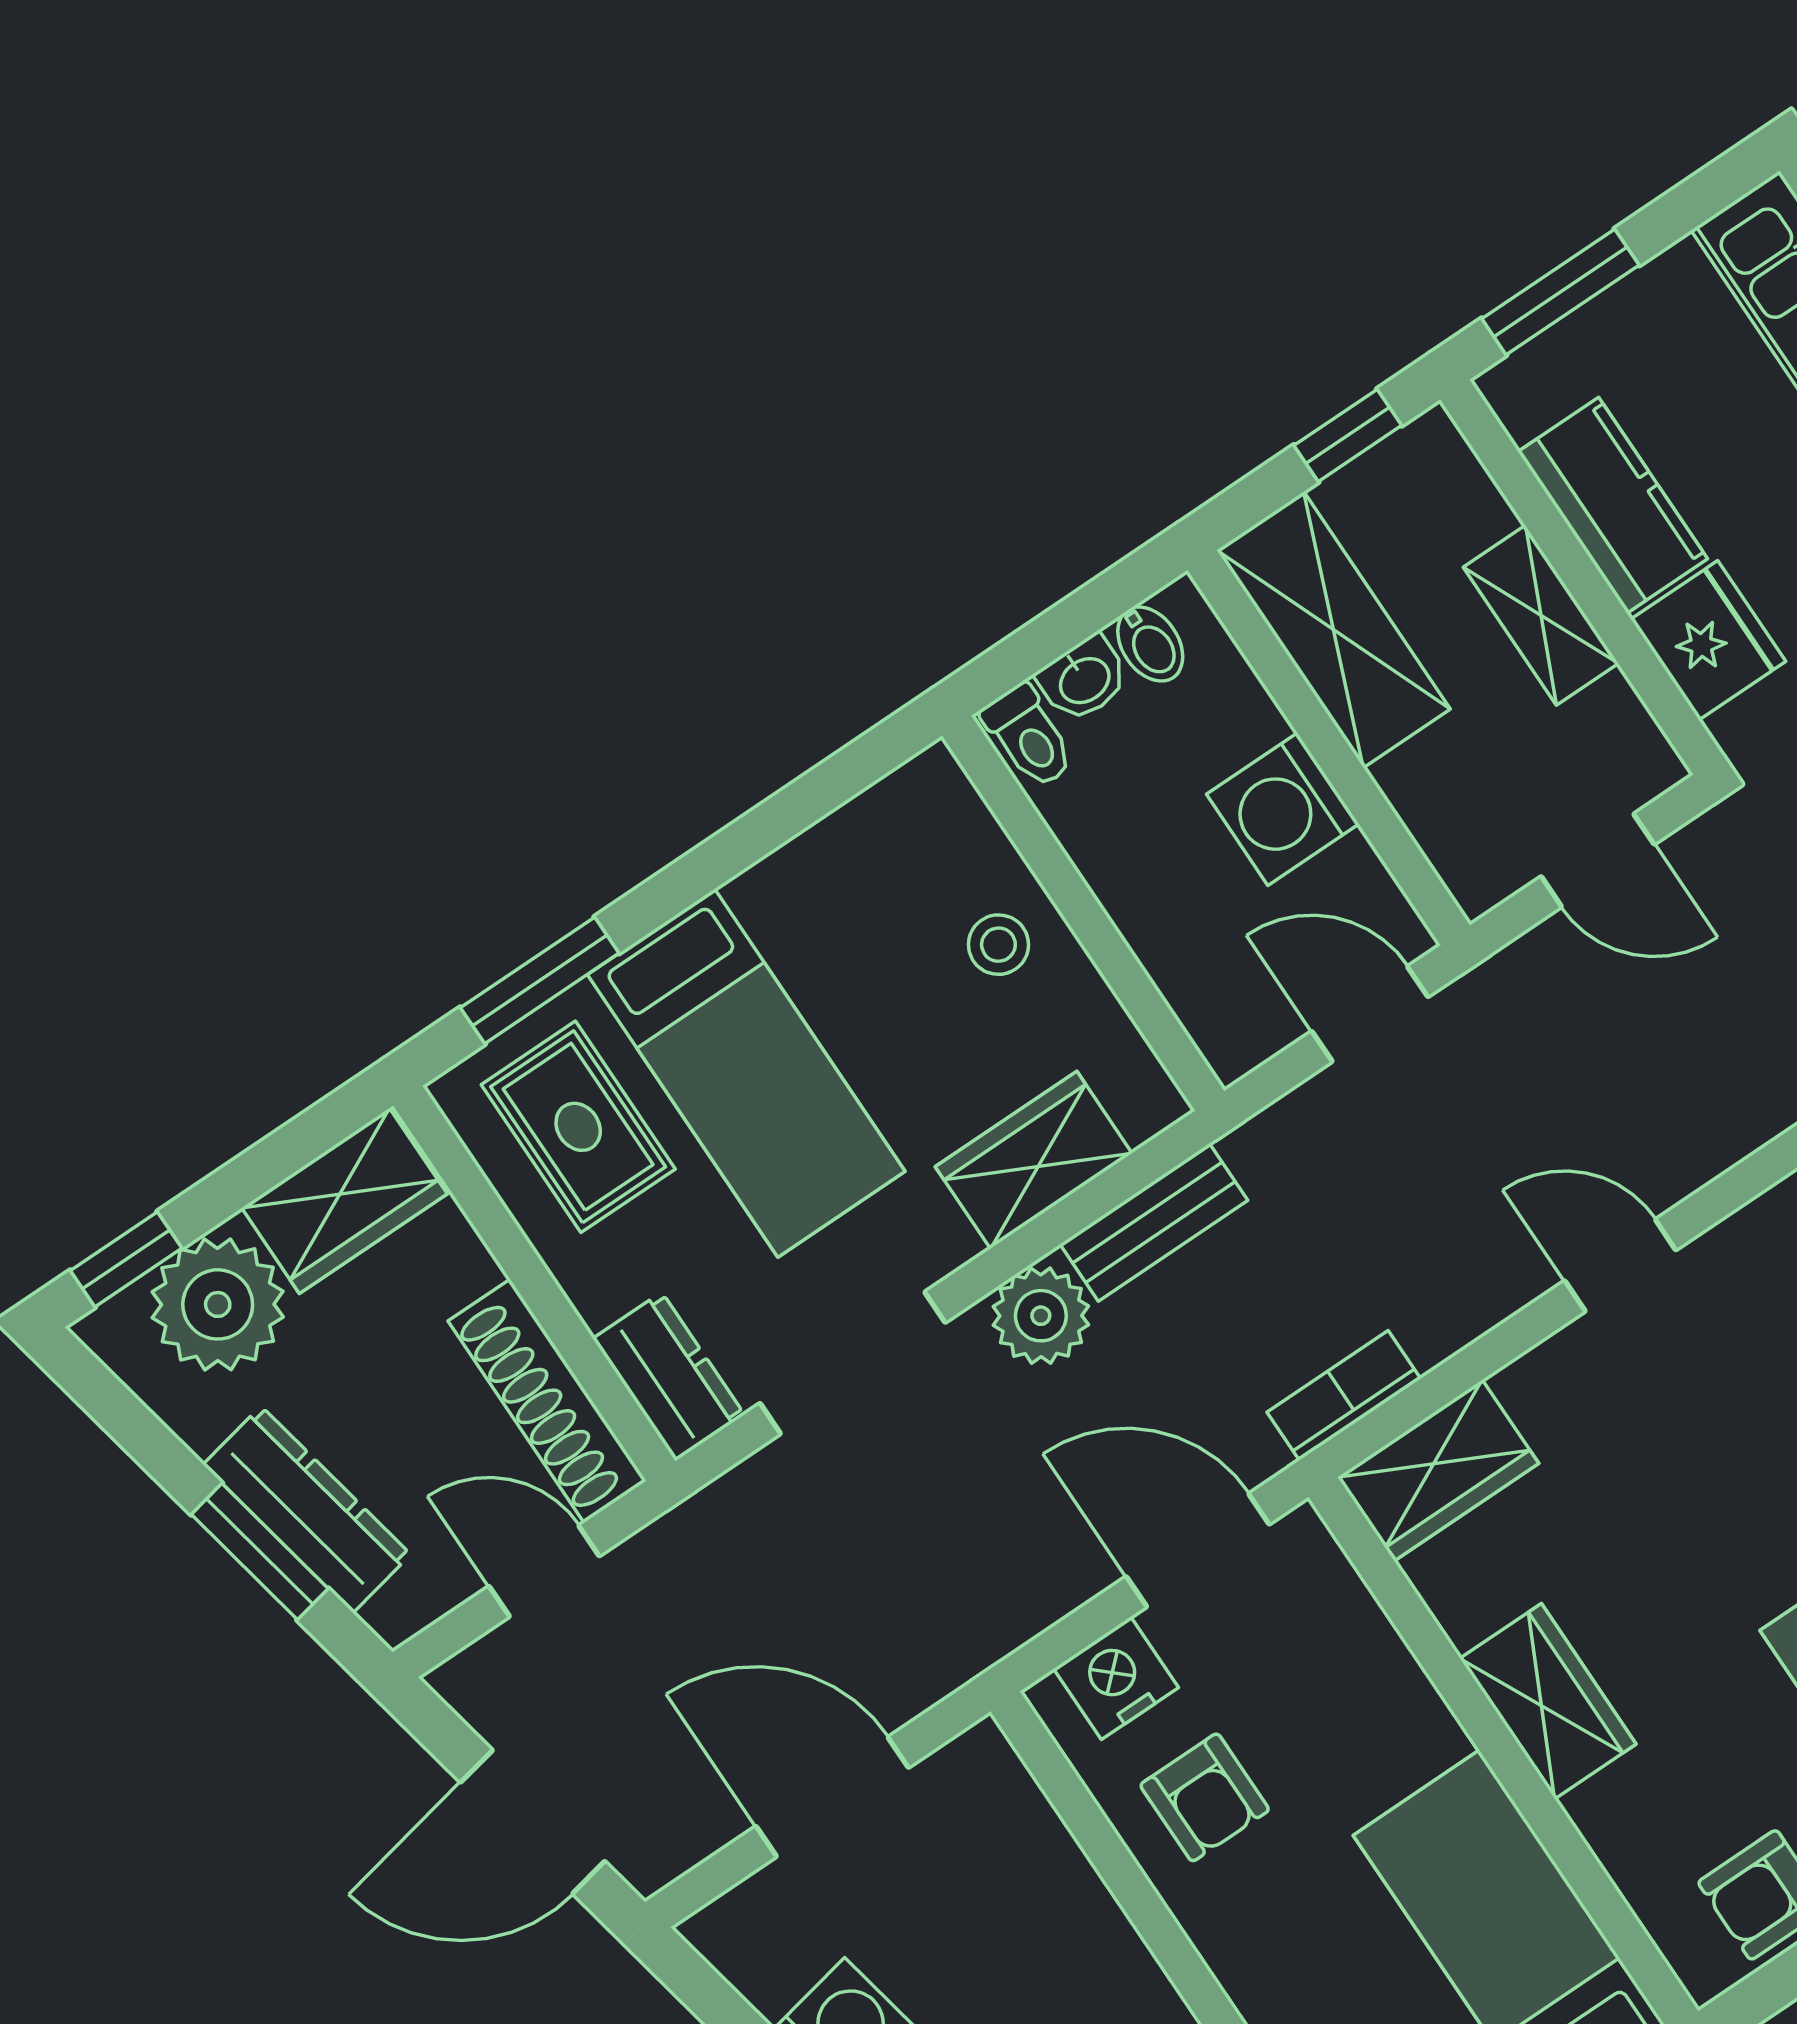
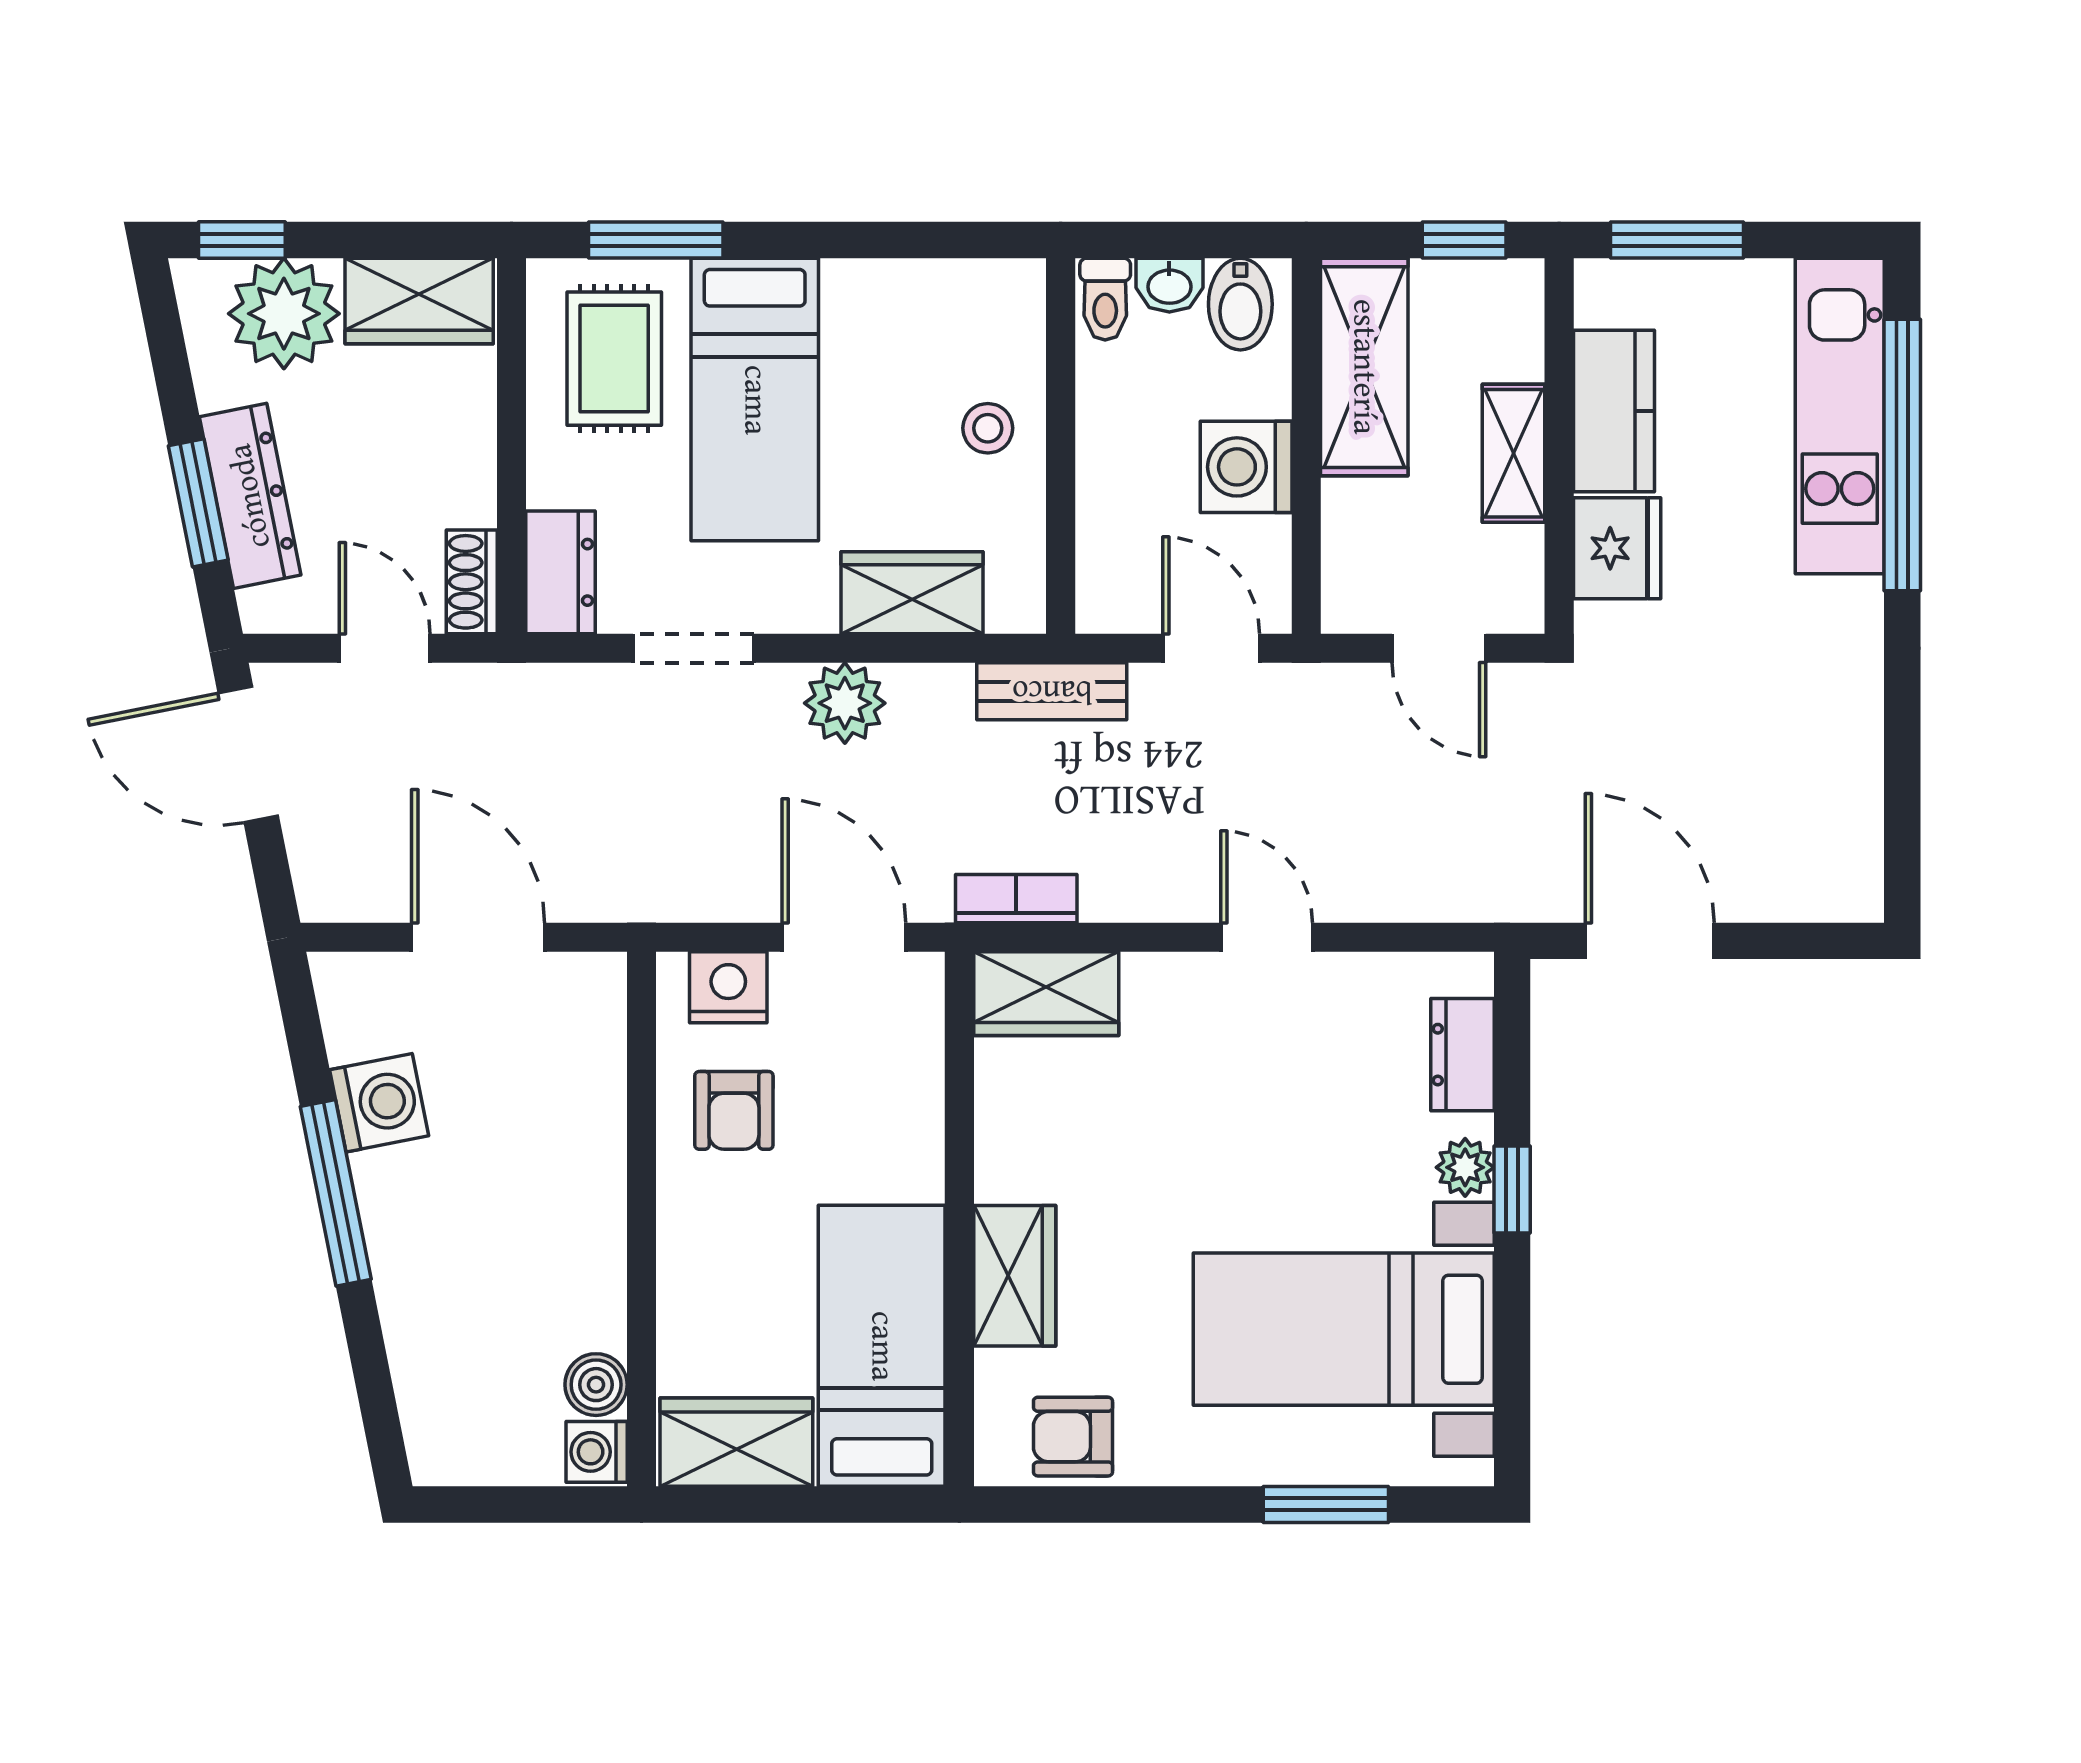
bidet: (1150, 644) -> (1240, 304), width x1.38, depth x1.36
bench: (1154, 1222) -> (1052, 691), moved
doorway: (853, 1363) -> (693, 648), width x0.73
shoe rack: (547, 1401) -> (472, 582), width x0.51, depth x0.81
wardrobe: (1548, 1701) -> (1015, 1276), moved
door: (533, 1822) -> (248, 755), moved

